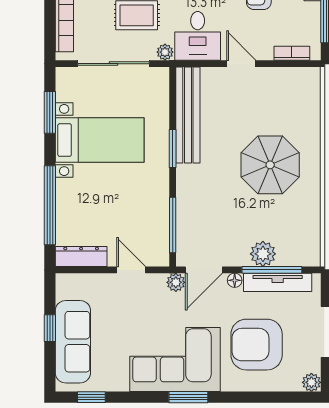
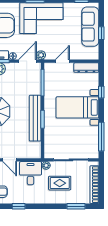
window: (50, 112) -> (101, 137), width x1.44
bench: (188, 115) -> (35, 118), moved
bed with nightstands: (100, 140) -> (77, 107), moved
window: (50, 205) -> (101, 92), width x0.32
door: (131, 270) -> (62, 61), swing flipped

